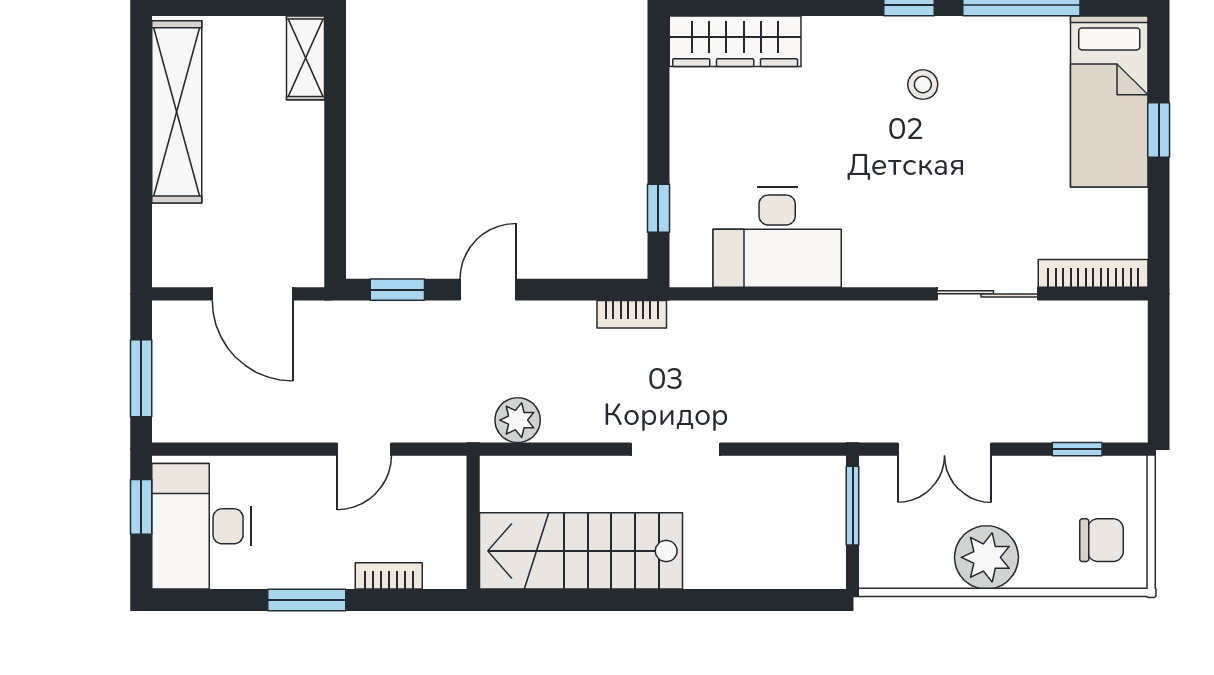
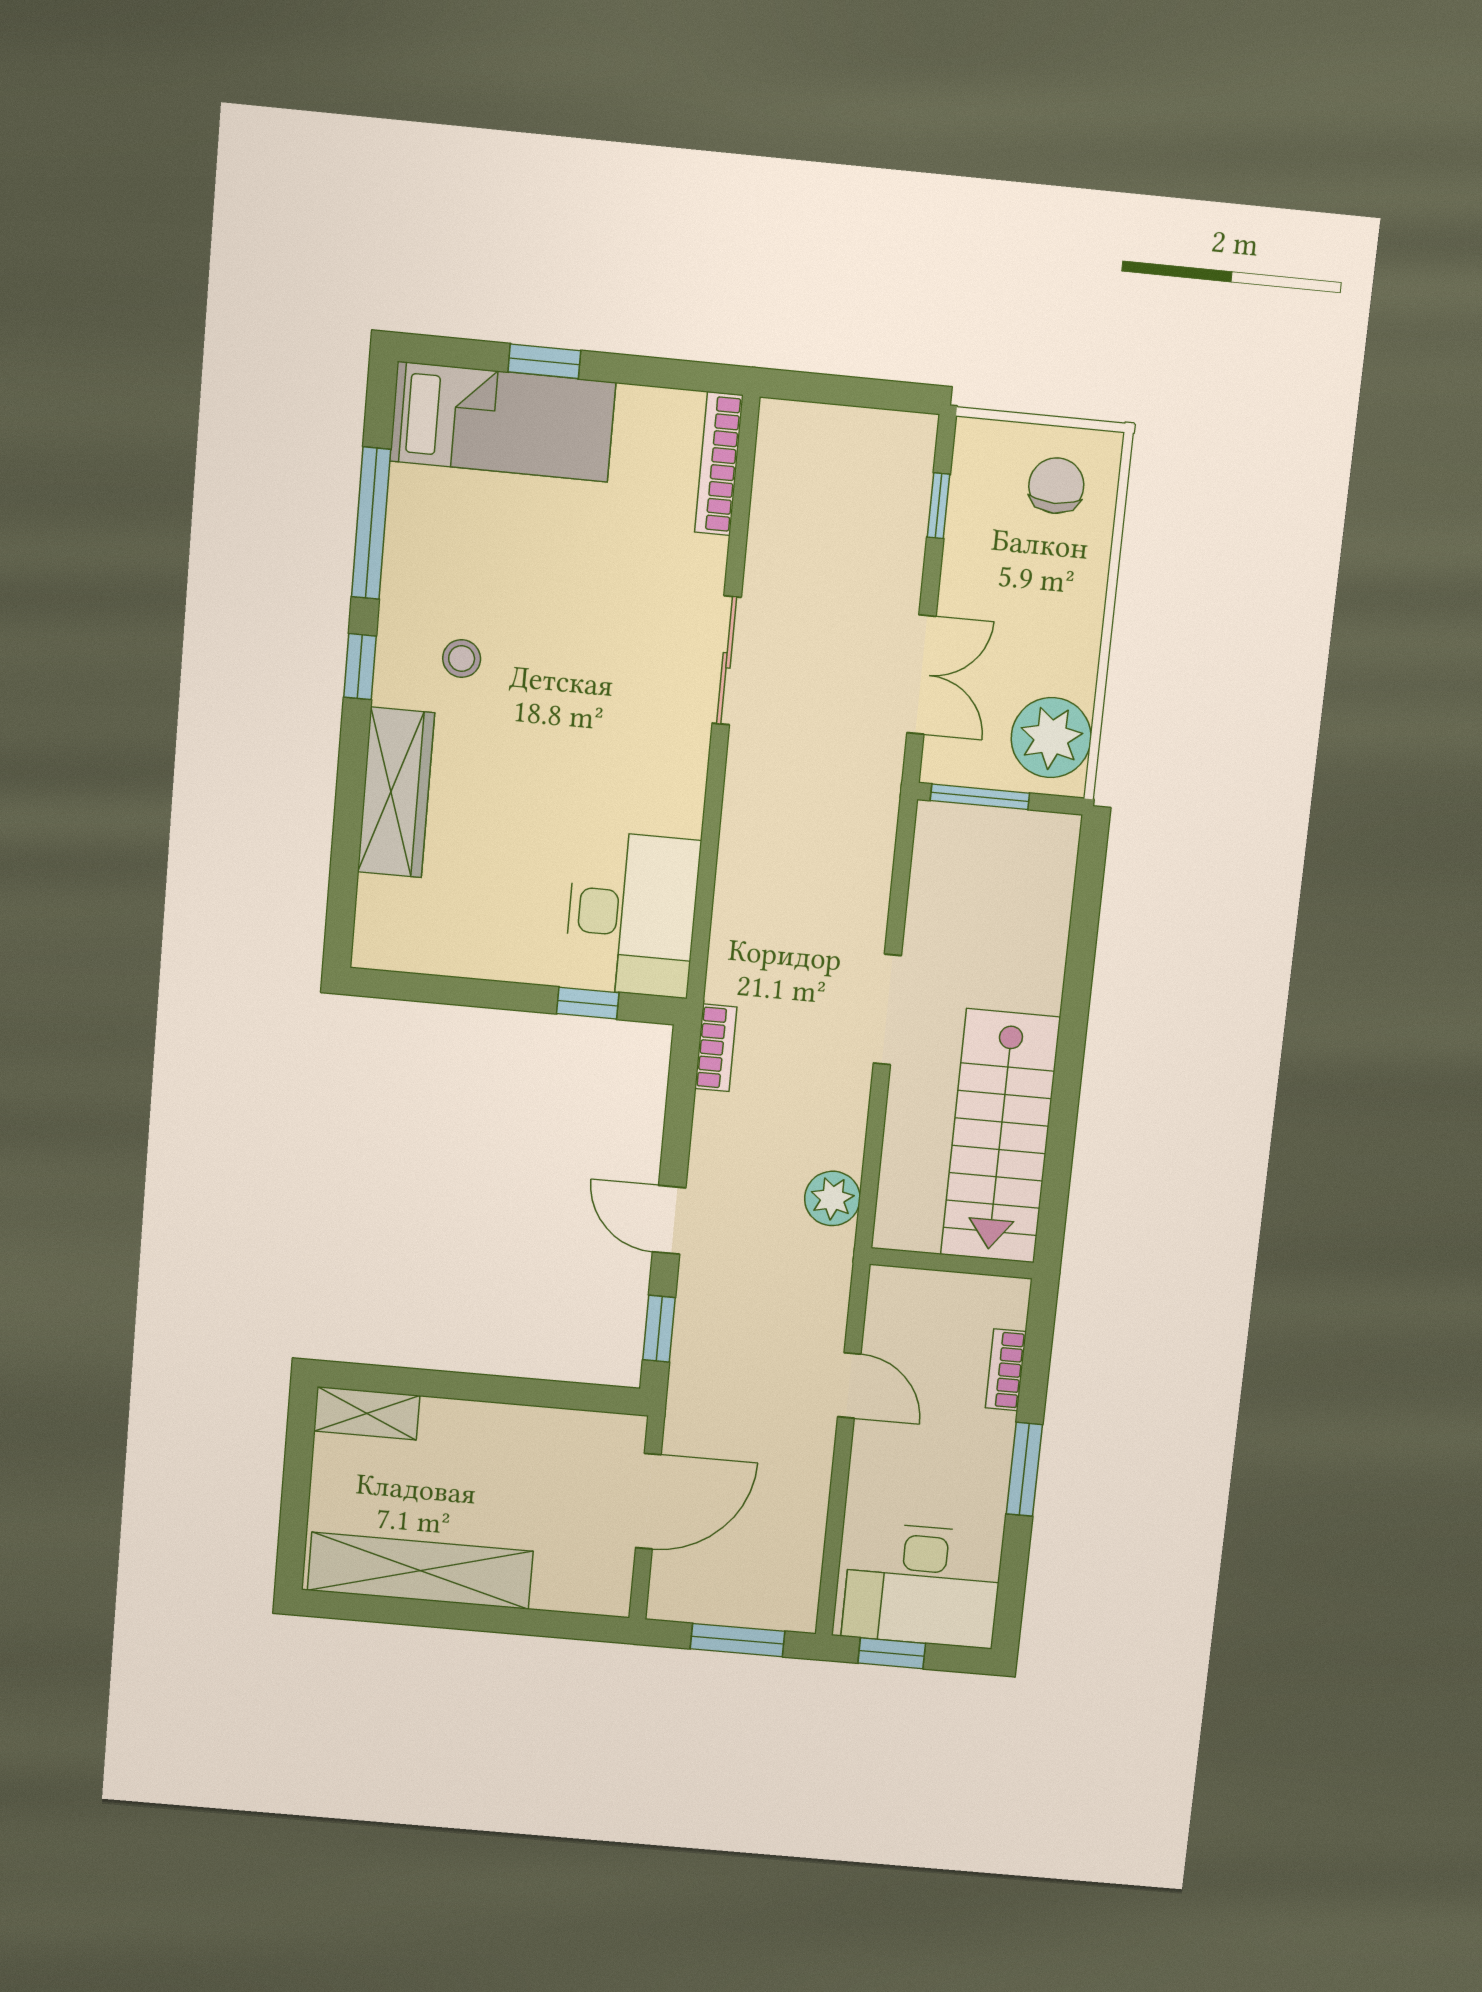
wardrobe: (735, 41) -> (396, 792), moved
desk: (777, 237) -> (632, 914), moved
sliding door: (987, 294) -> (727, 660), moved
plant: (986, 557) -> (1051, 738), moved

